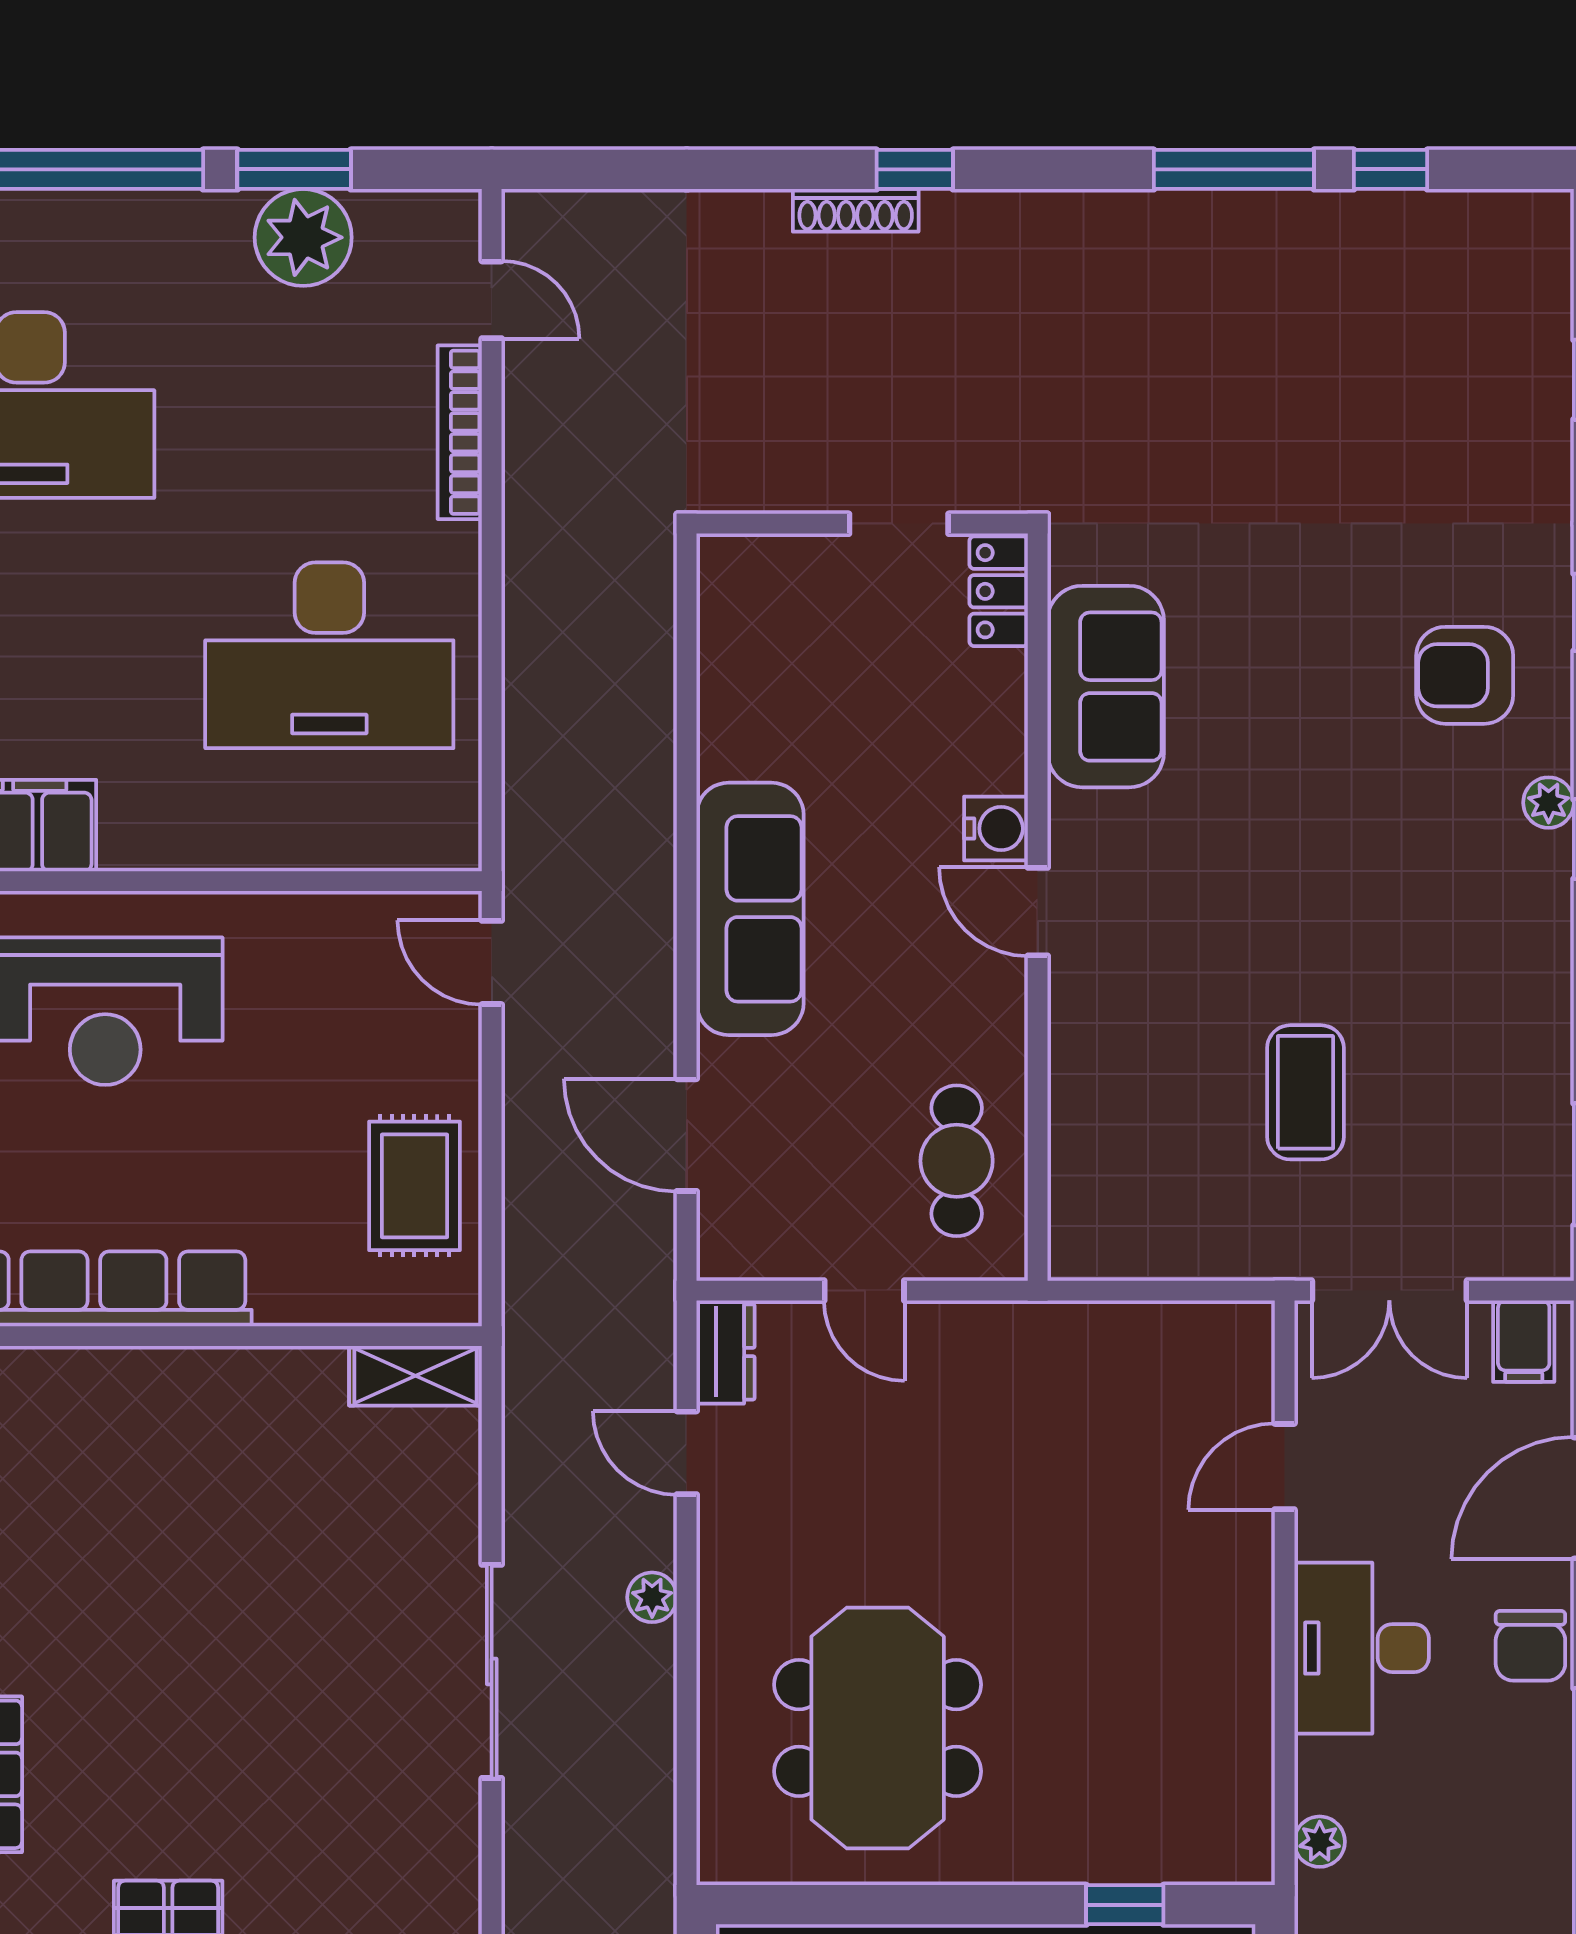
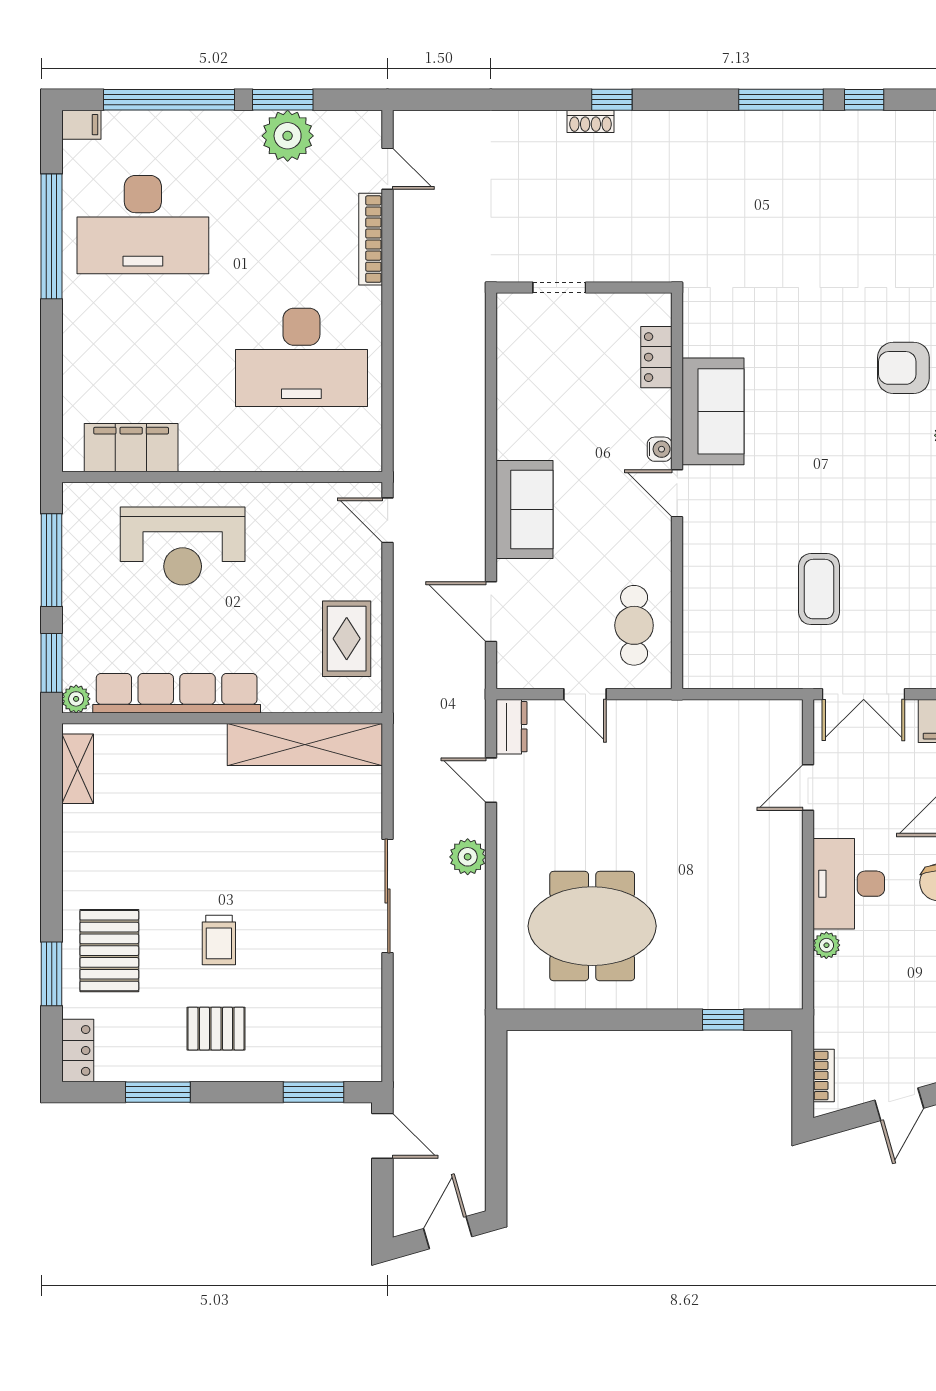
shoe rack: (856, 210) -> (591, 121), width x0.70
doorway: (899, 524) -> (559, 288), moved
locker: (999, 591) -> (656, 357), moved
sofa: (1106, 687) -> (713, 411), moved
water cooler: (996, 828) -> (660, 449), width x0.72, depth x0.72
sofa: (750, 909) -> (525, 509), width x0.73
shelving: (415, 1376) -> (305, 745), width x2.20, depth x1.33
plant: (652, 1597) -> (468, 857), width x1.38, depth x1.38
meeting table: (878, 1728) -> (592, 926), turned 90
trolley: (174, 1754) -> (219, 940), added
plant: (1320, 1842) -> (826, 945), moved

